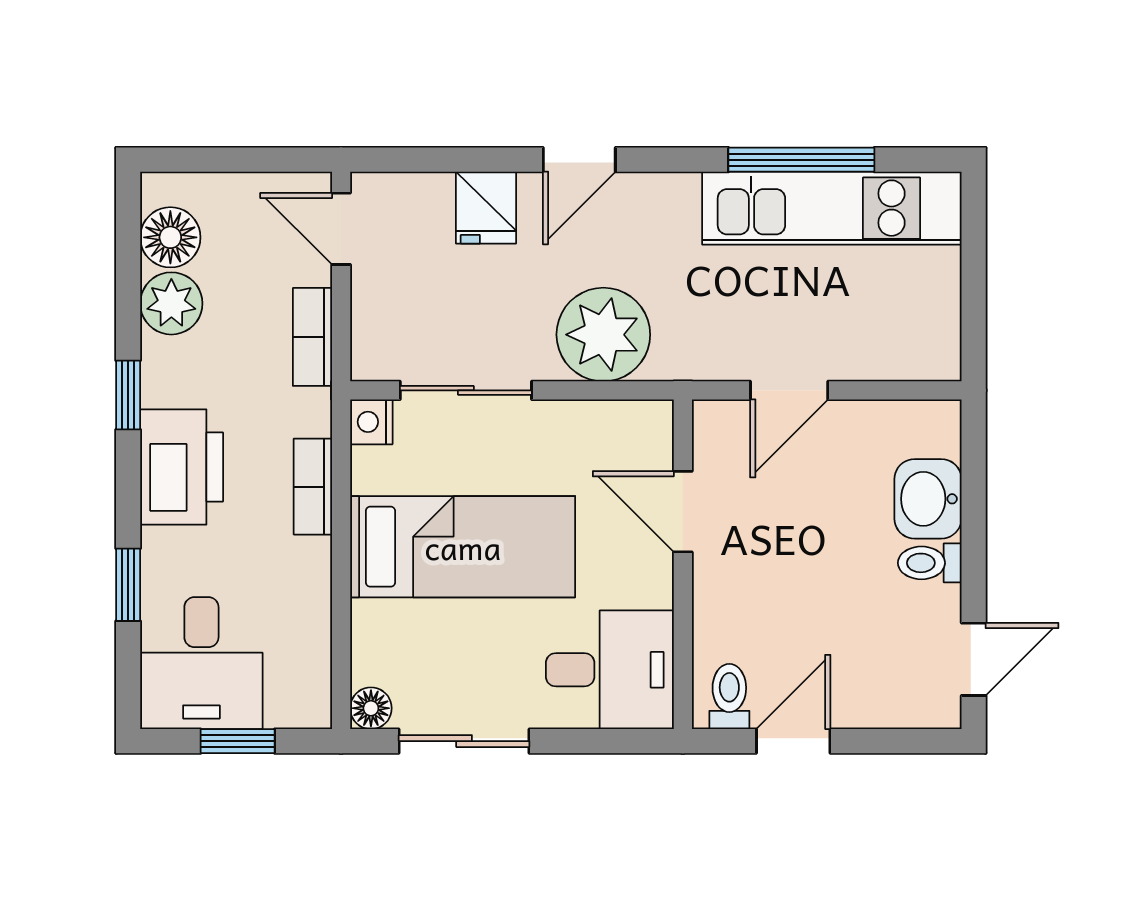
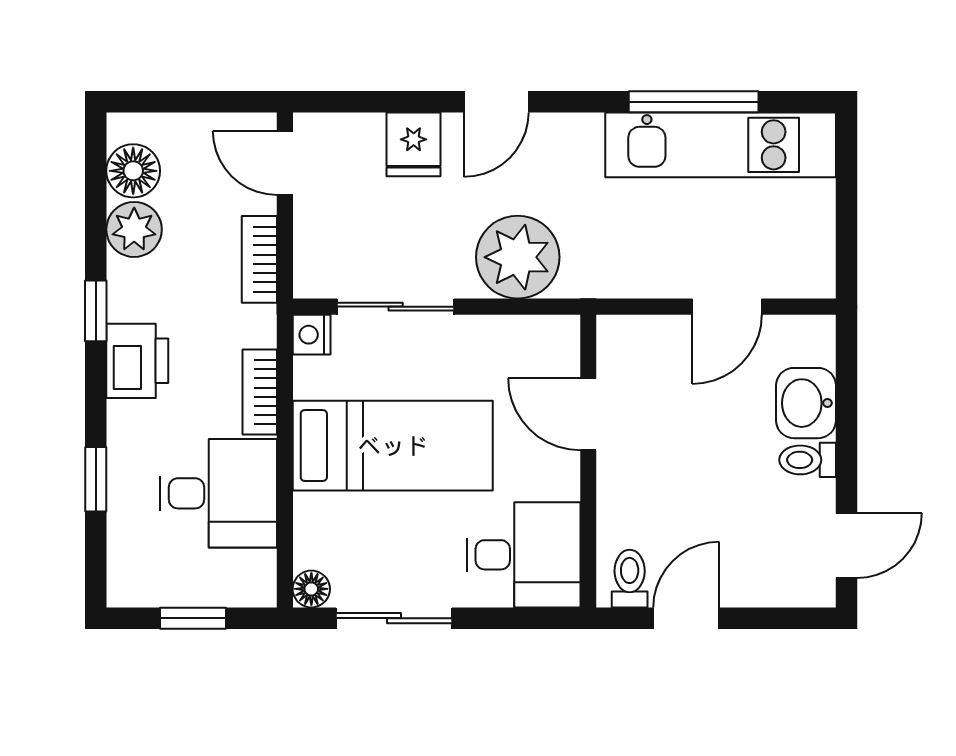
door: (789, 390) -> (727, 307), moved
printer: (182, 467) -> (137, 361), width x0.73, depth x0.84
desk: (201, 663) -> (218, 493), moved, turned -90

